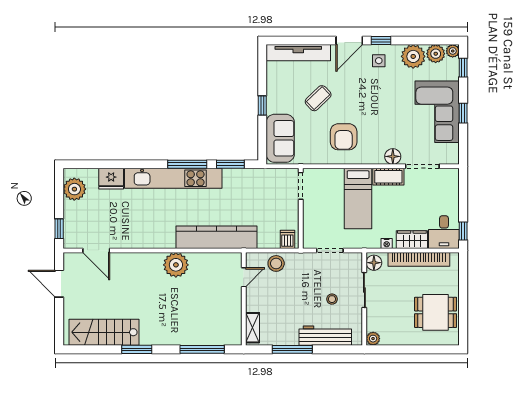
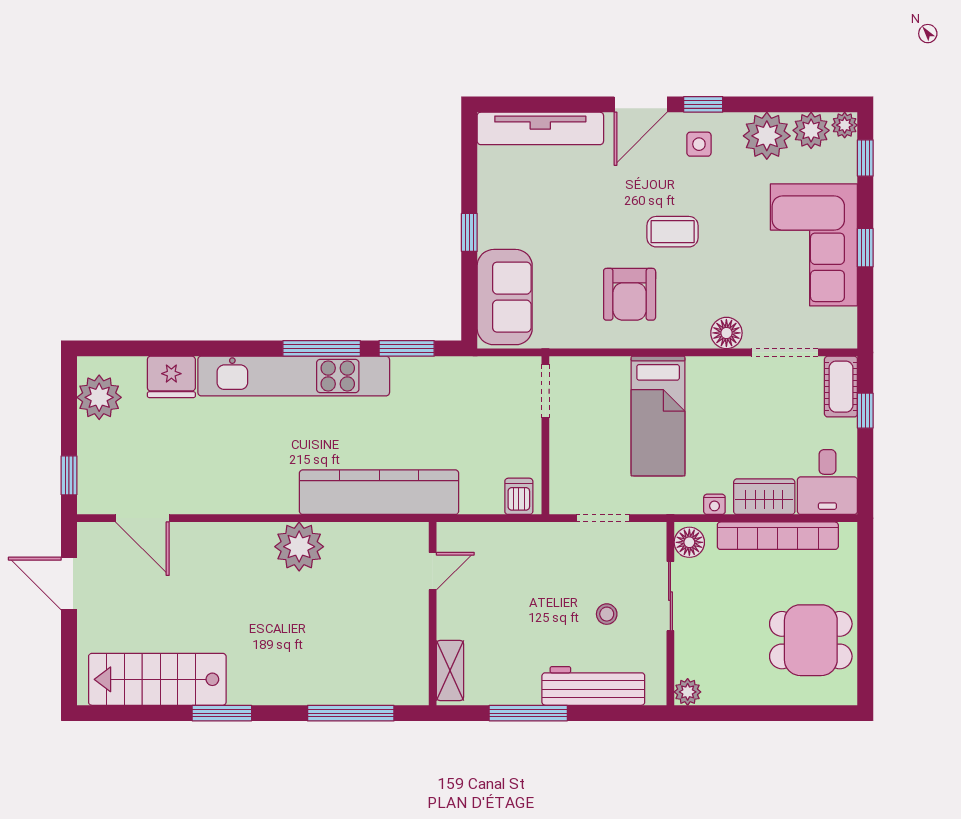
coffee table: (318, 98) -> (673, 232), moved, turned 44
cot: (388, 177) -> (841, 387), moved, turned 90
window: (463, 231) -> (865, 411), moved
stool: (276, 263) -> (497, 544), removed

